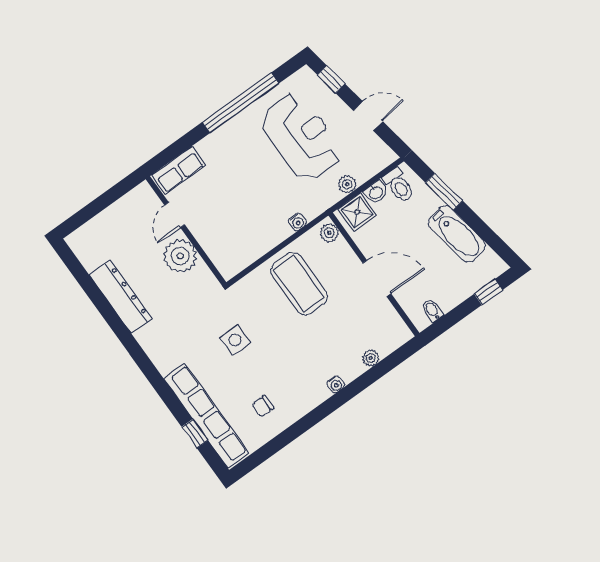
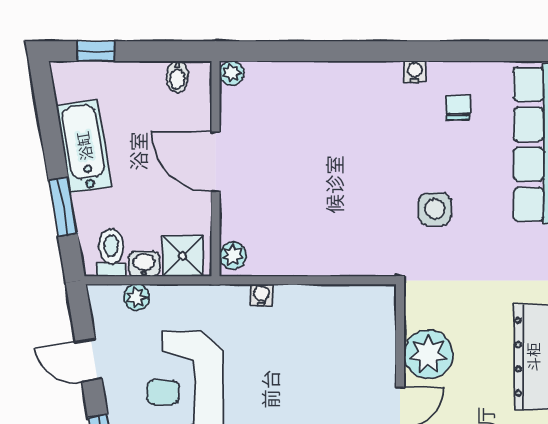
plant: (347, 184) -> (136, 297), moved
coffee table: (299, 284) -> (312, 221), removed
plant: (371, 358) -> (232, 73), moved
water cooler: (336, 384) -> (415, 72), moved
chair: (263, 406) -> (458, 108), turned -90

